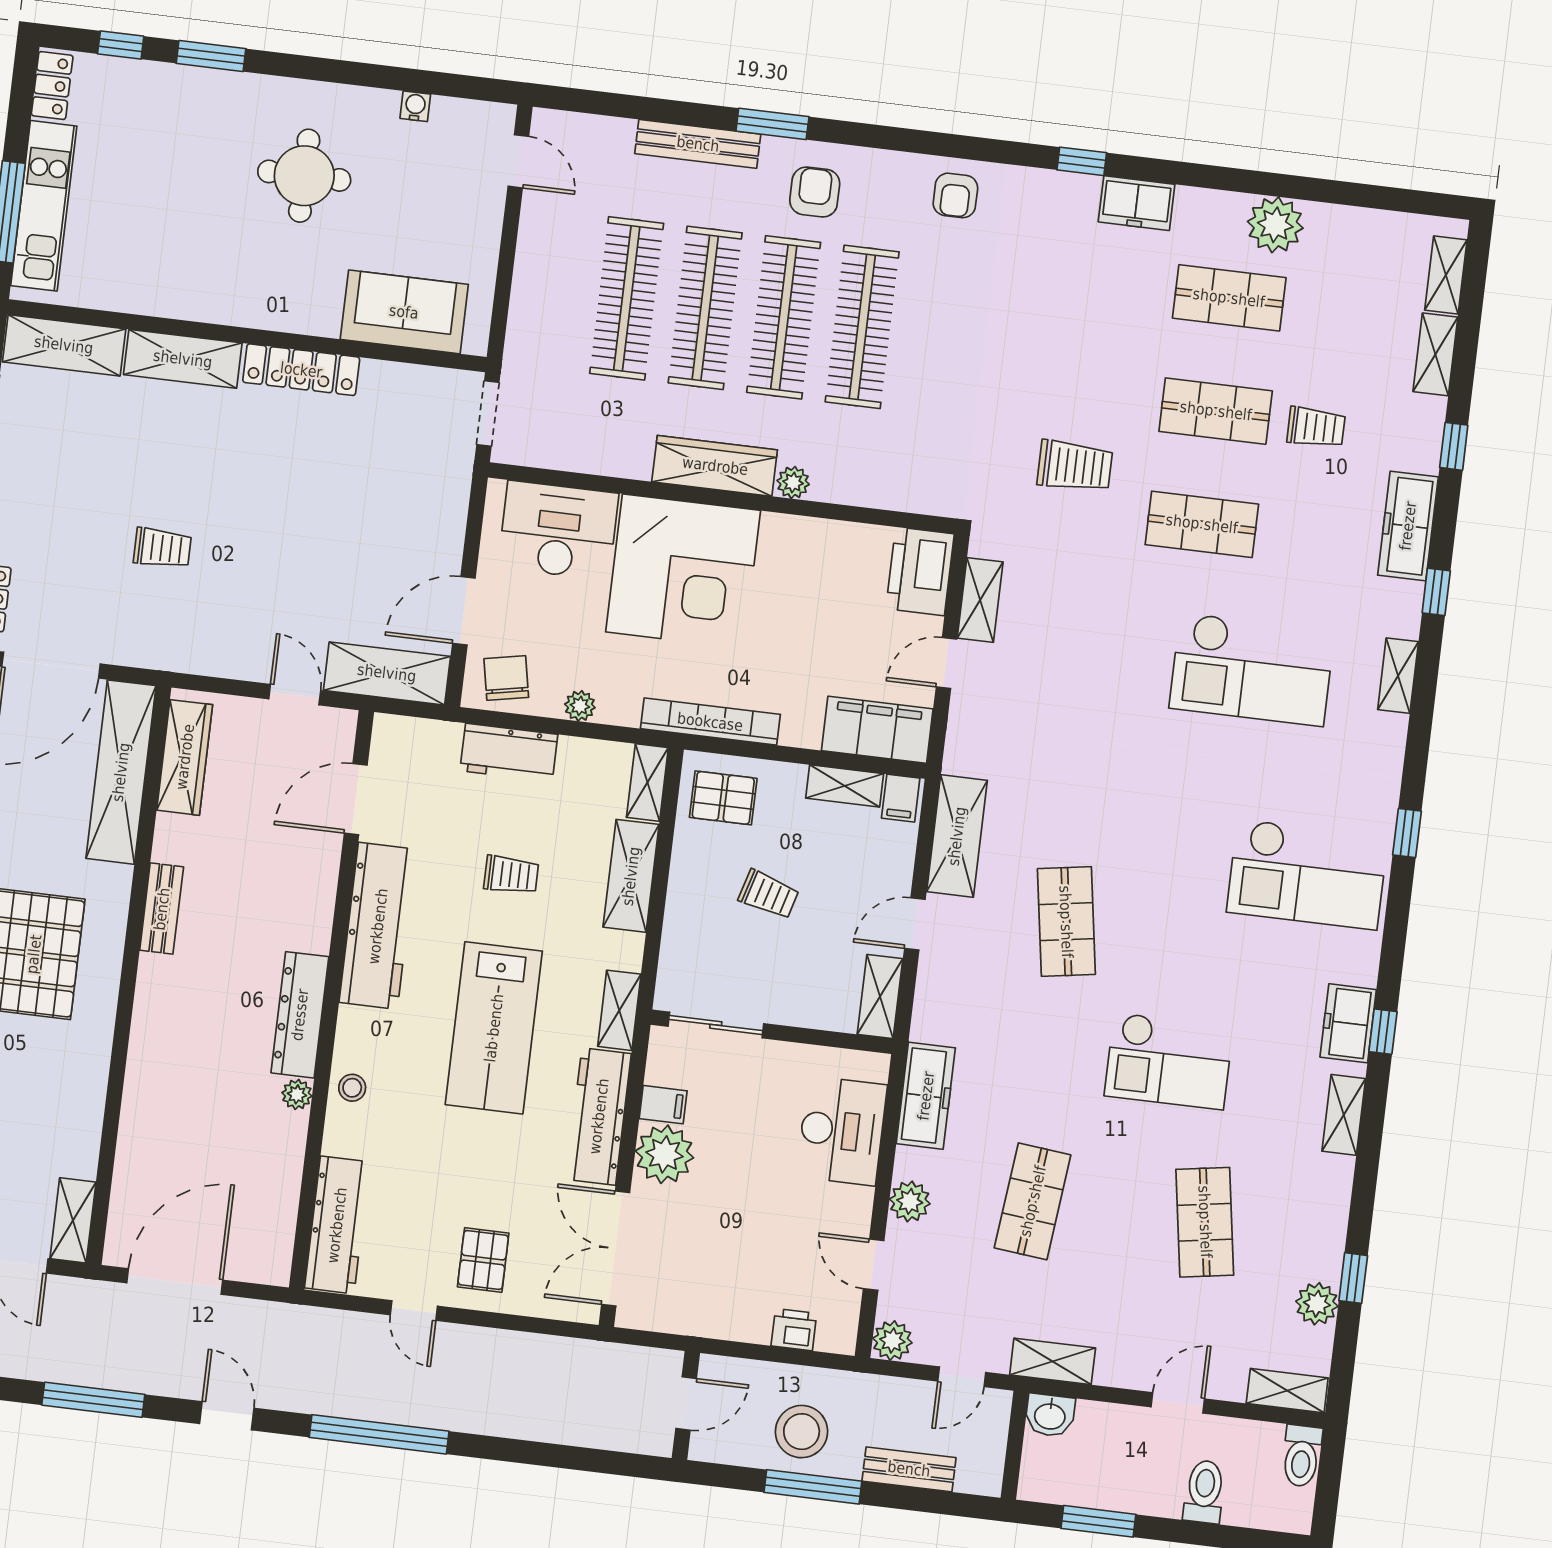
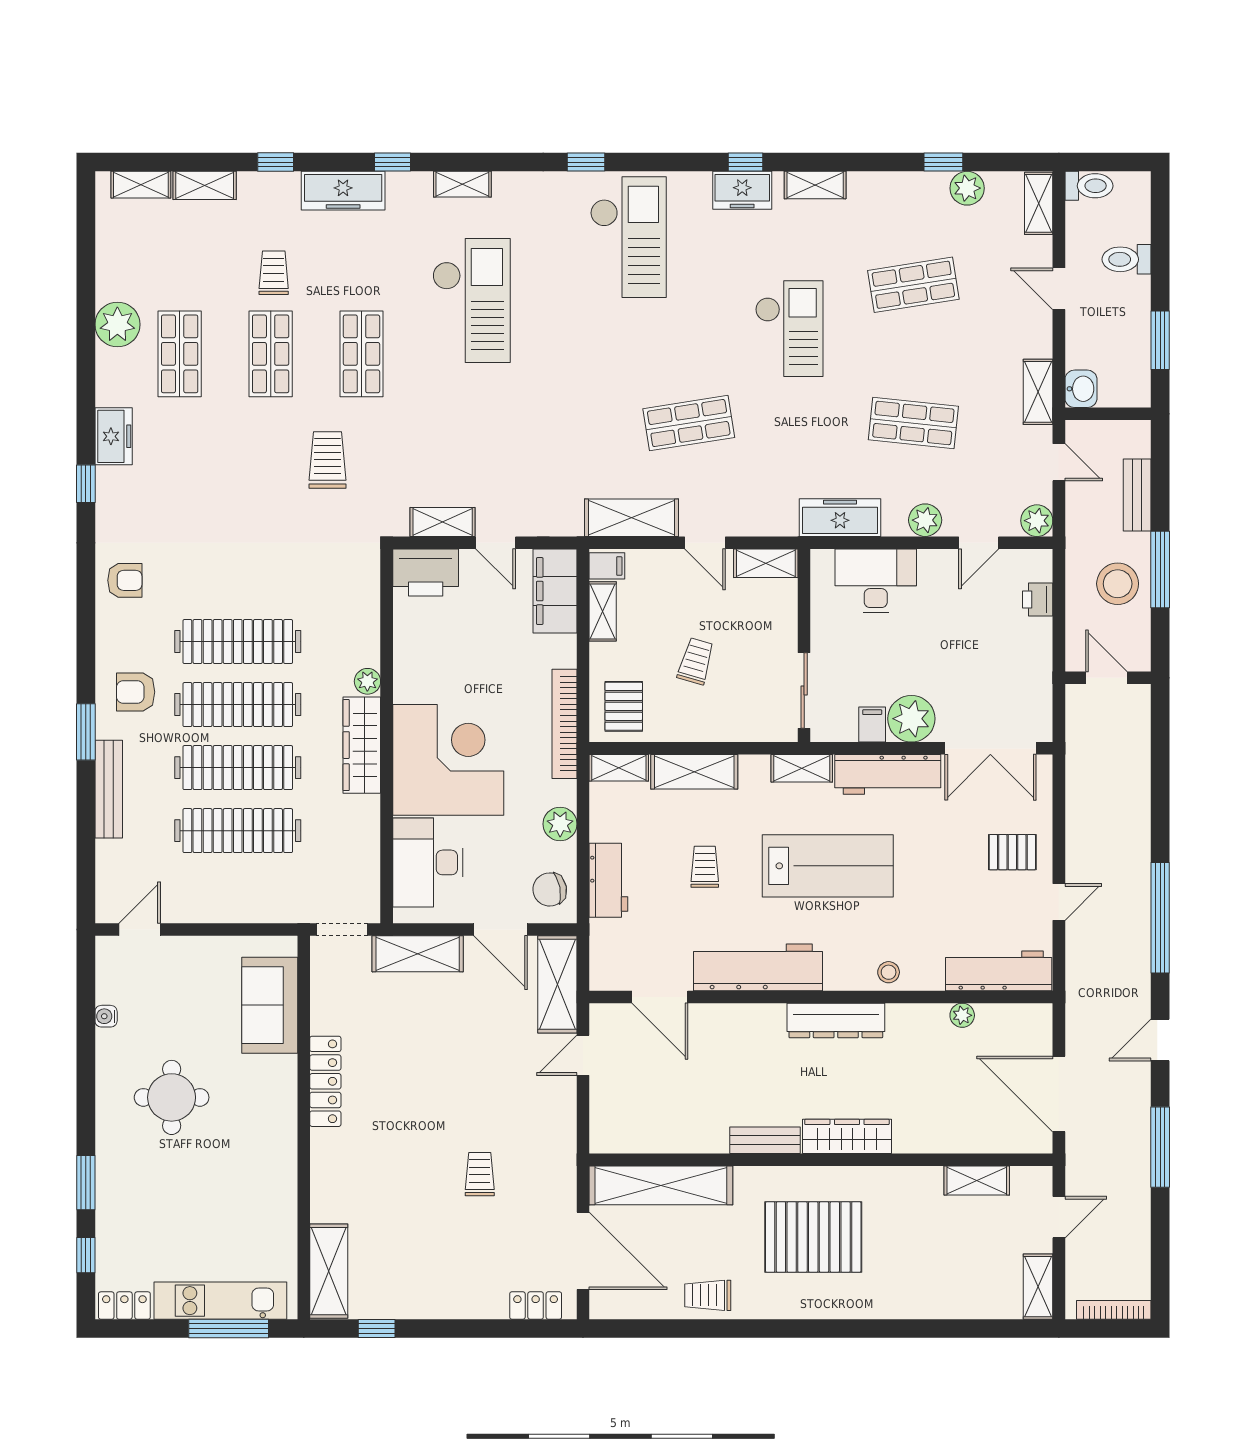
shelving: (183, 359) -> (418, 954), moved, turned 90
plant: (580, 706) -> (560, 824), width x1.38, depth x1.38
wardrobe: (185, 757) -> (847, 1136), moved
plant: (297, 1094) -> (962, 1015), moved
shelving: (73, 1220) -> (977, 1180), moved

